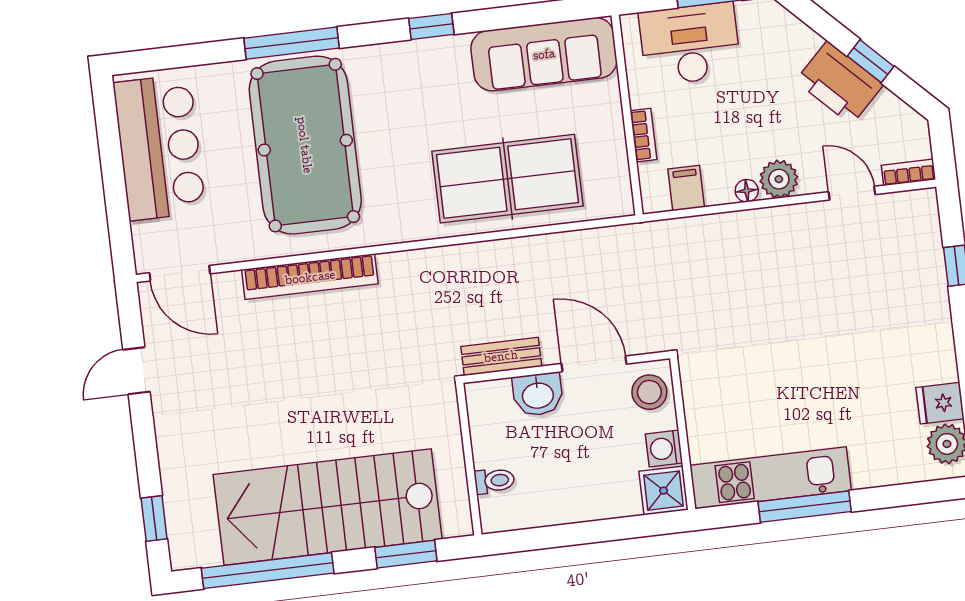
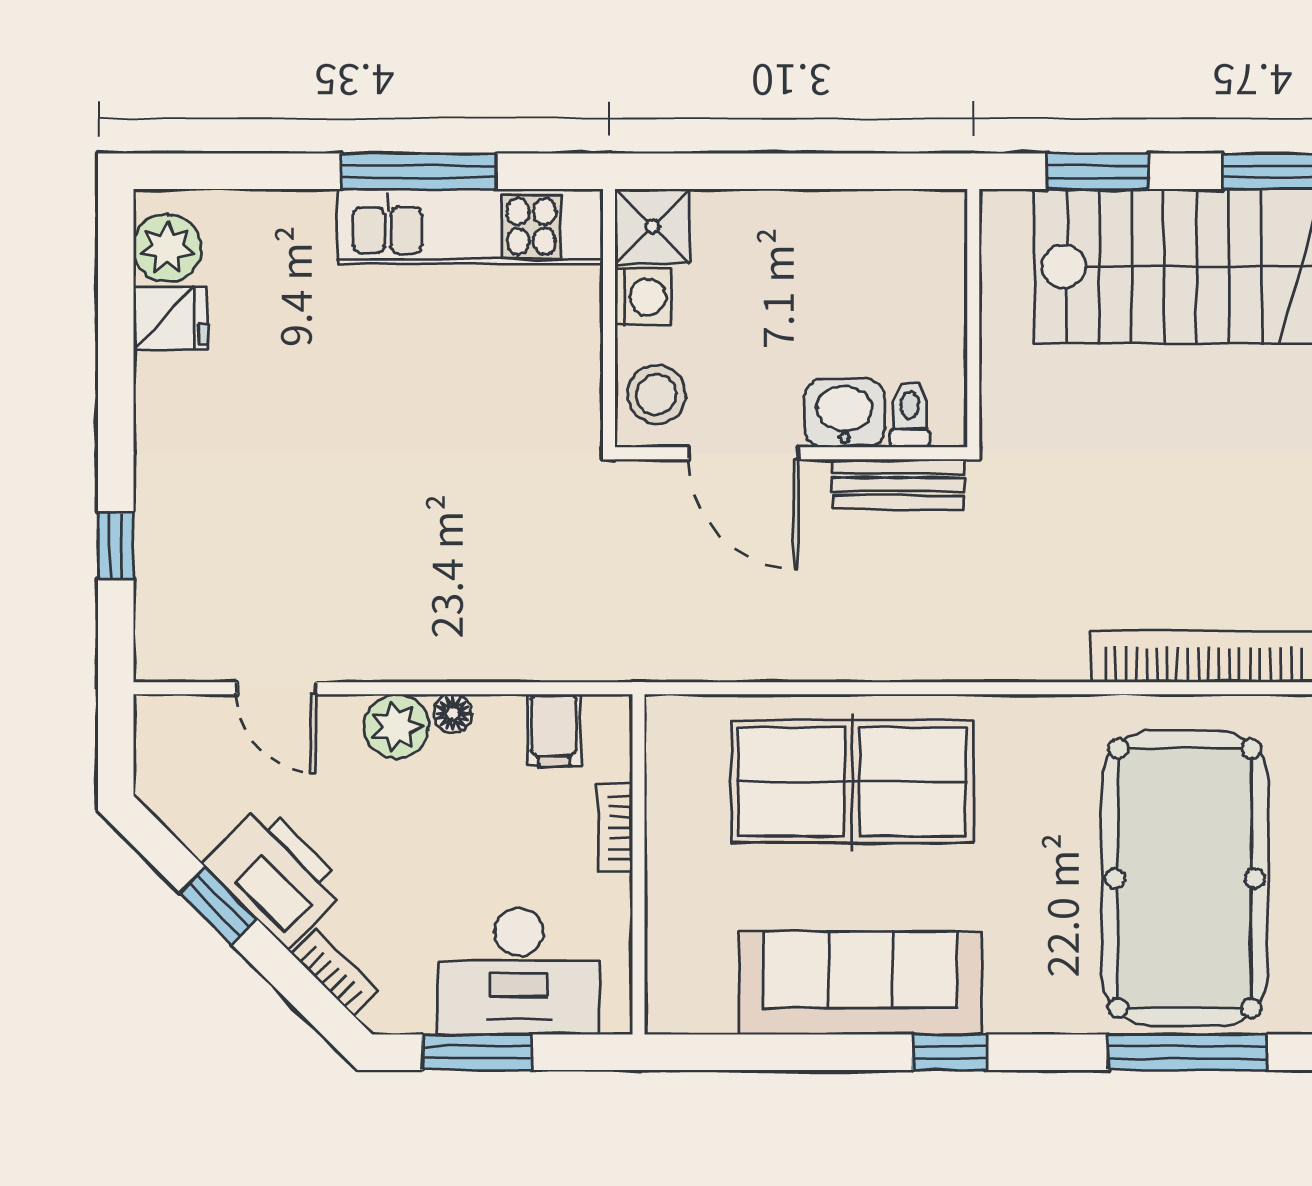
sofa: (544, 54) -> (861, 983), moved
bookcase: (909, 172) -> (334, 972), moved, turned -135
toilet: (494, 481) -> (910, 414), moved, turned 90

